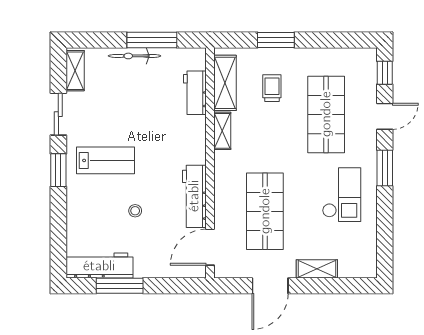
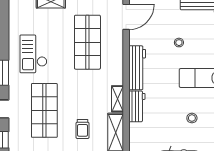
workbench: (195, 93) -> (137, 106), moved
stool: (117, 104) -> (192, 118), added
workbench: (194, 196) -> (137, 68), moved

